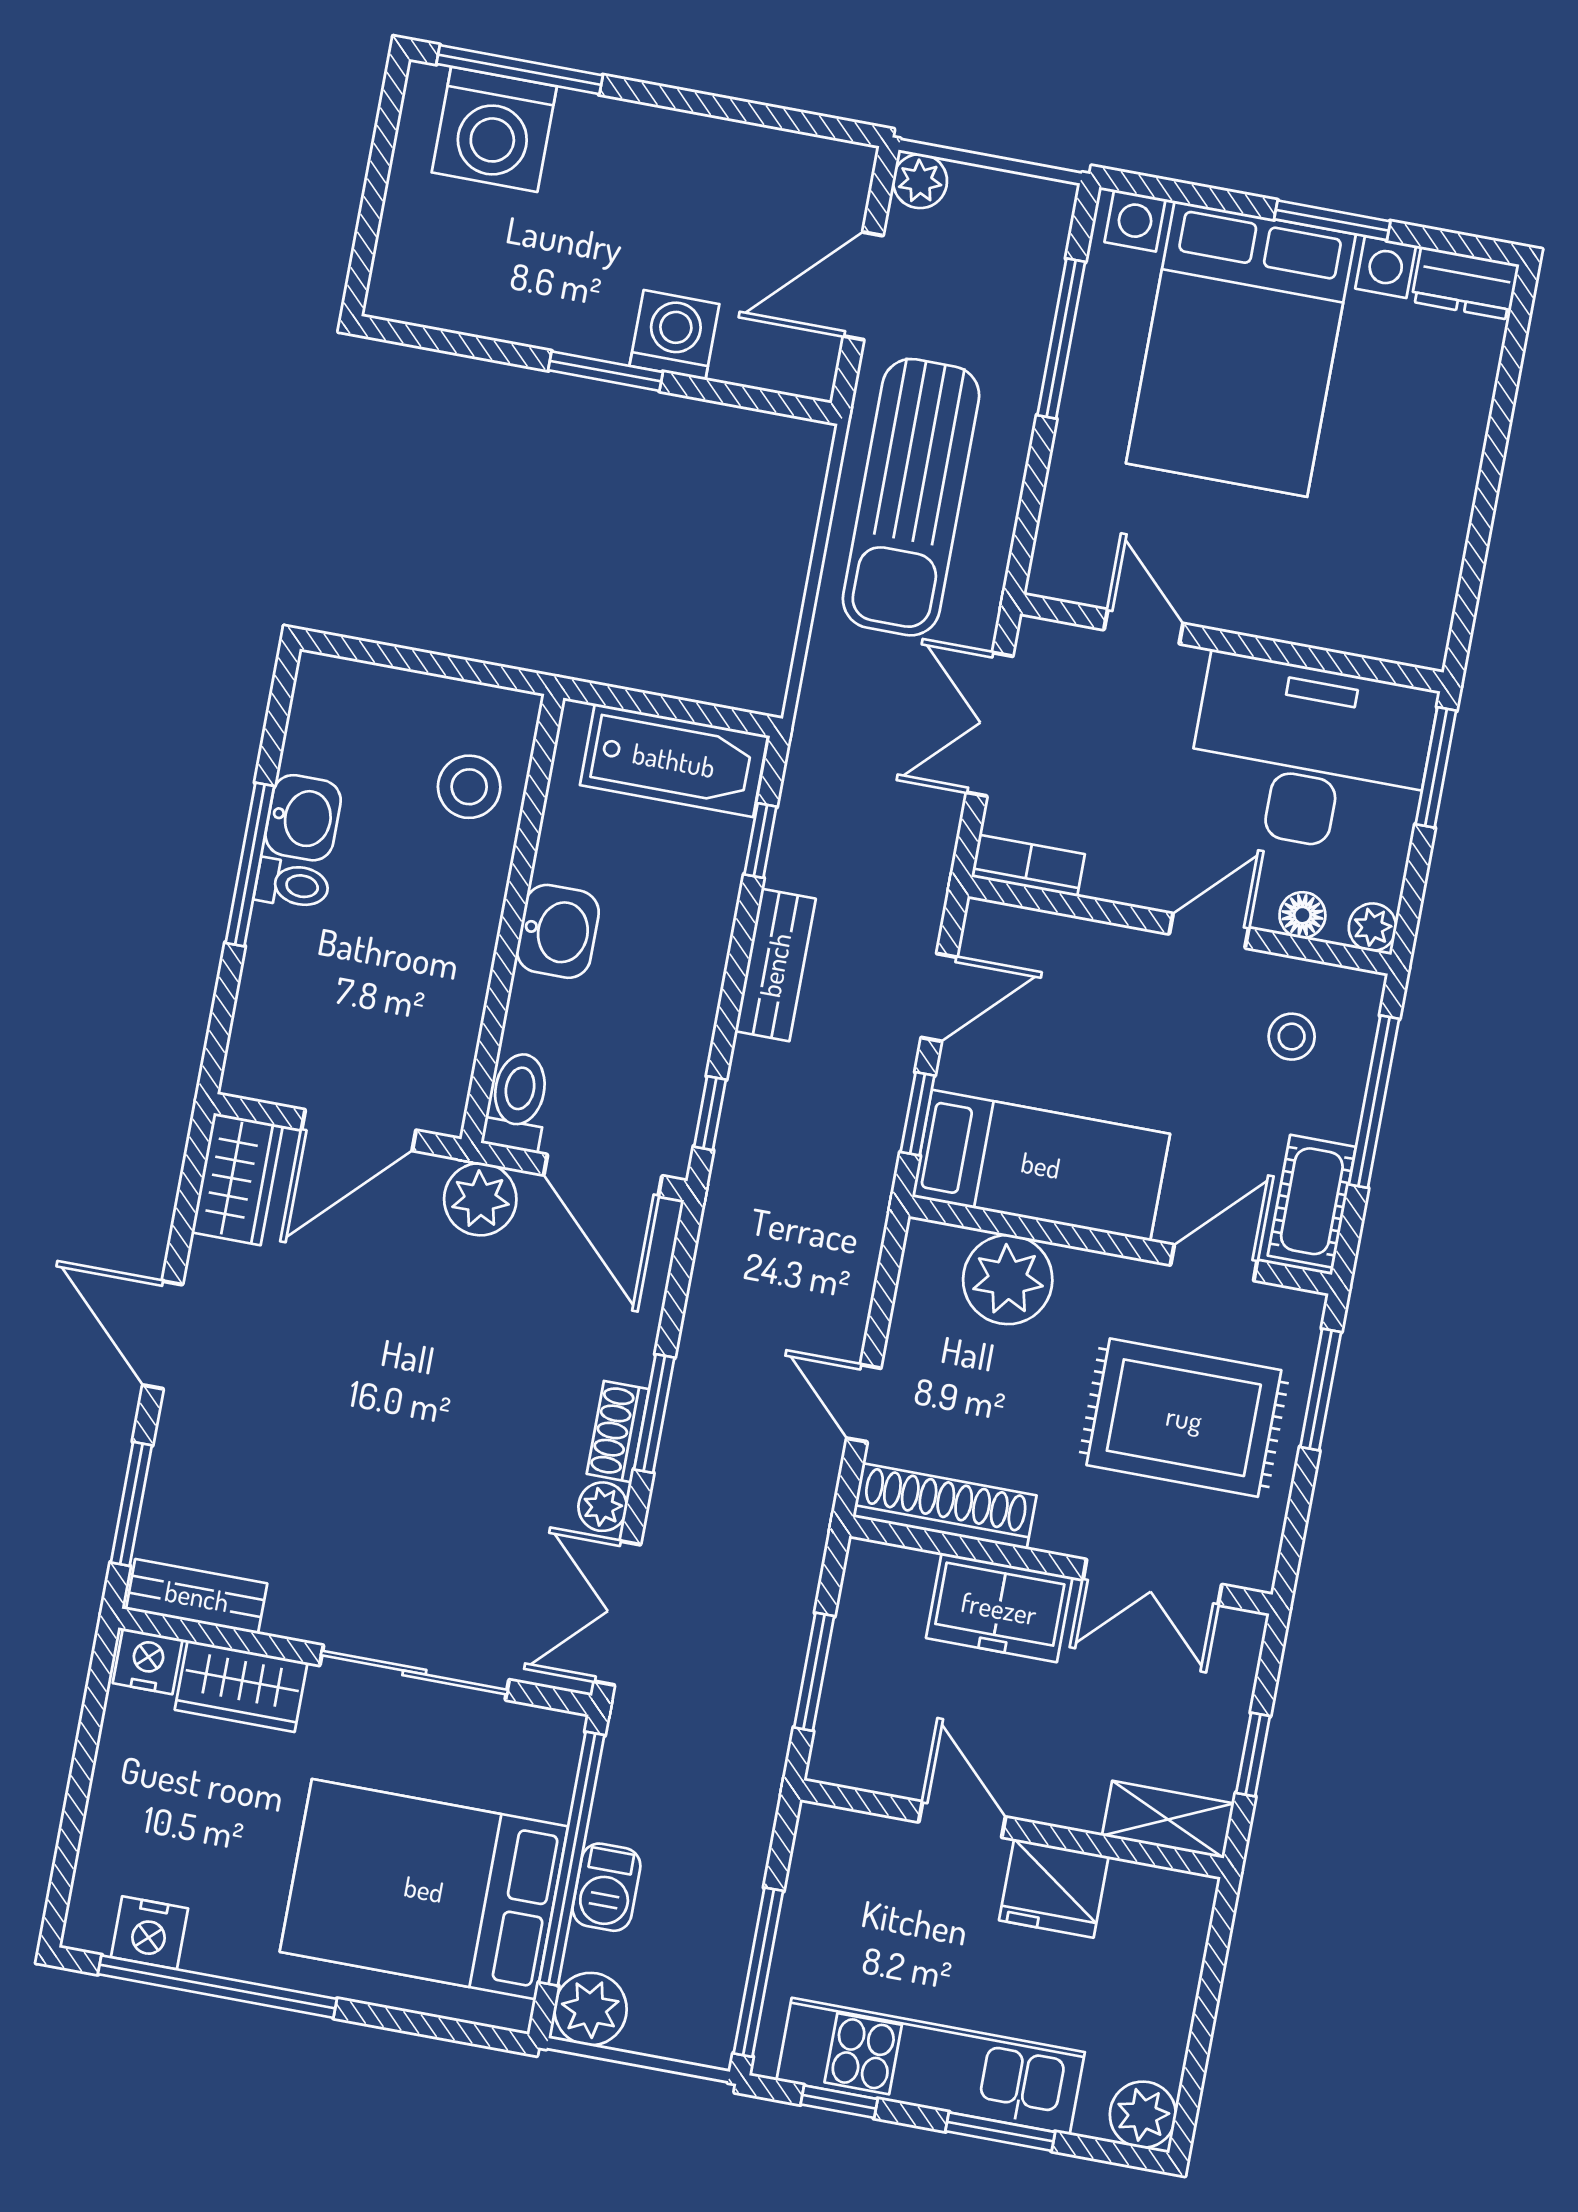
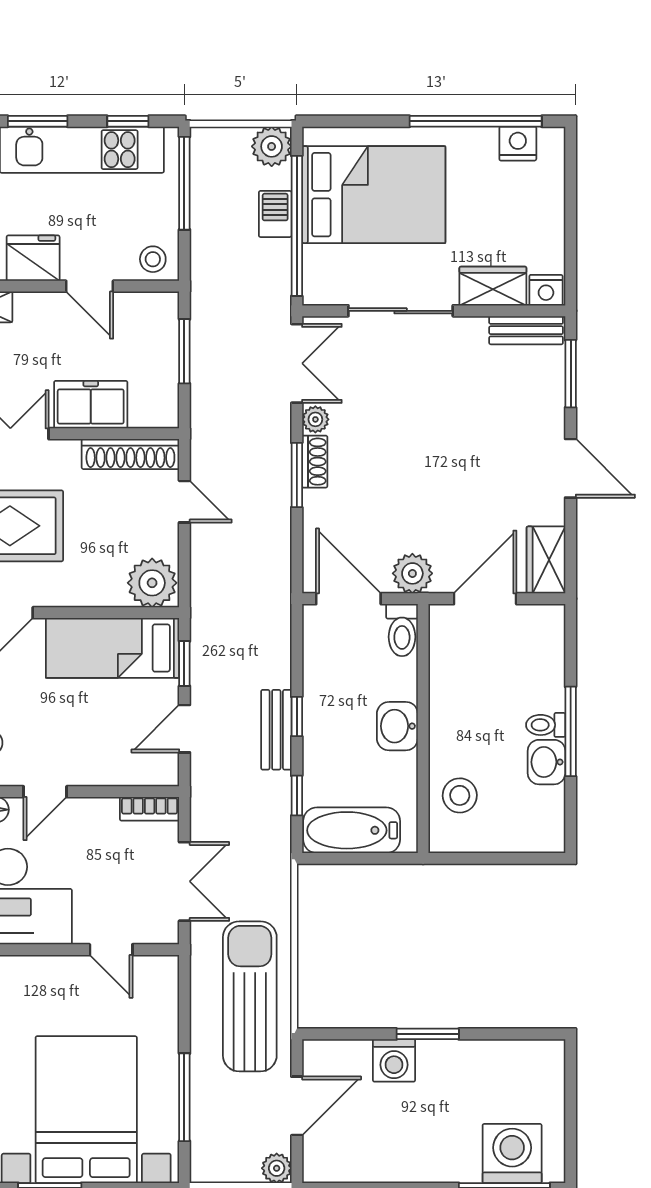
window: (710, 1113) -> (297, 717), moved
plant: (1008, 1280) -> (152, 583), moved
stool: (840, 1847) -> (153, 259), added

